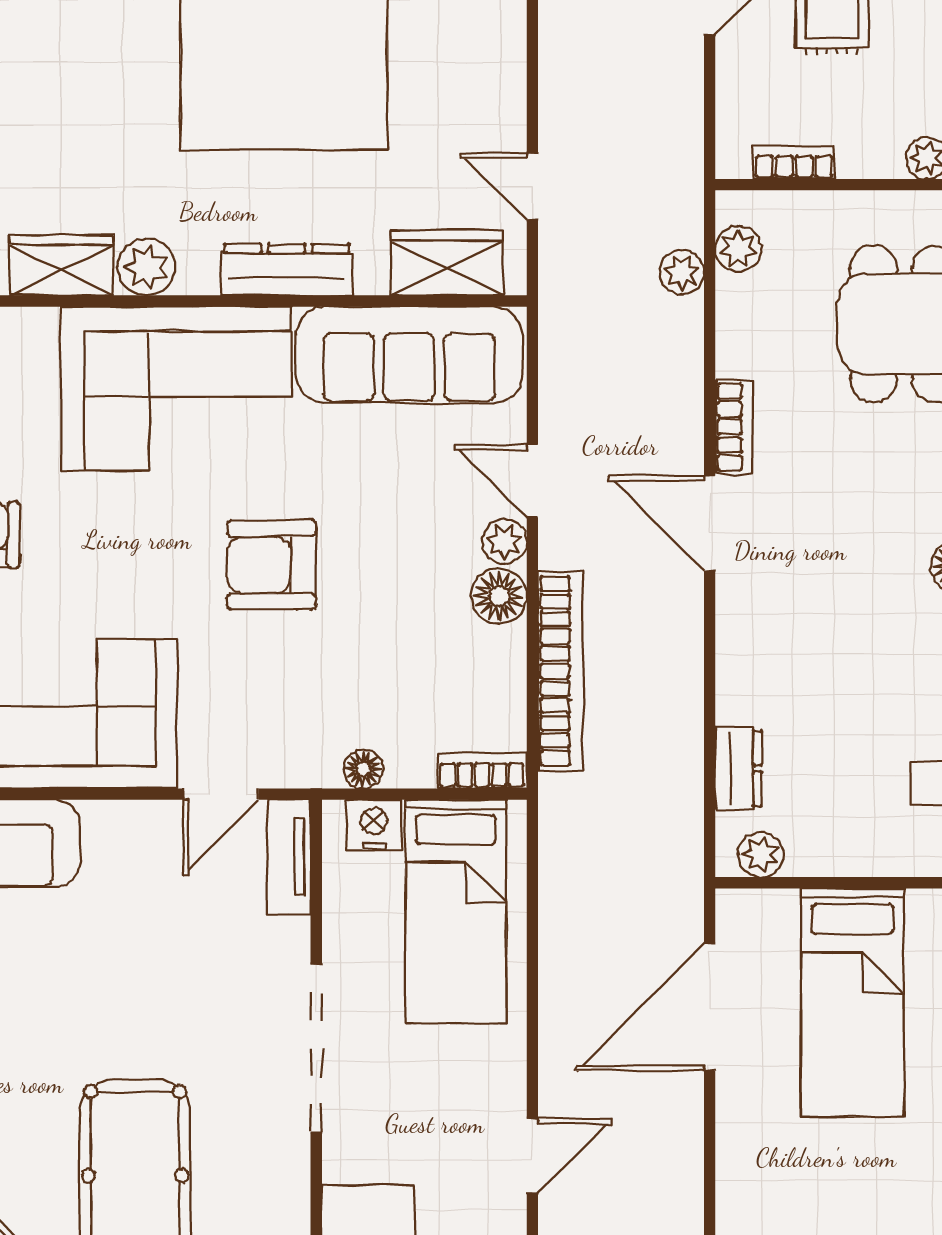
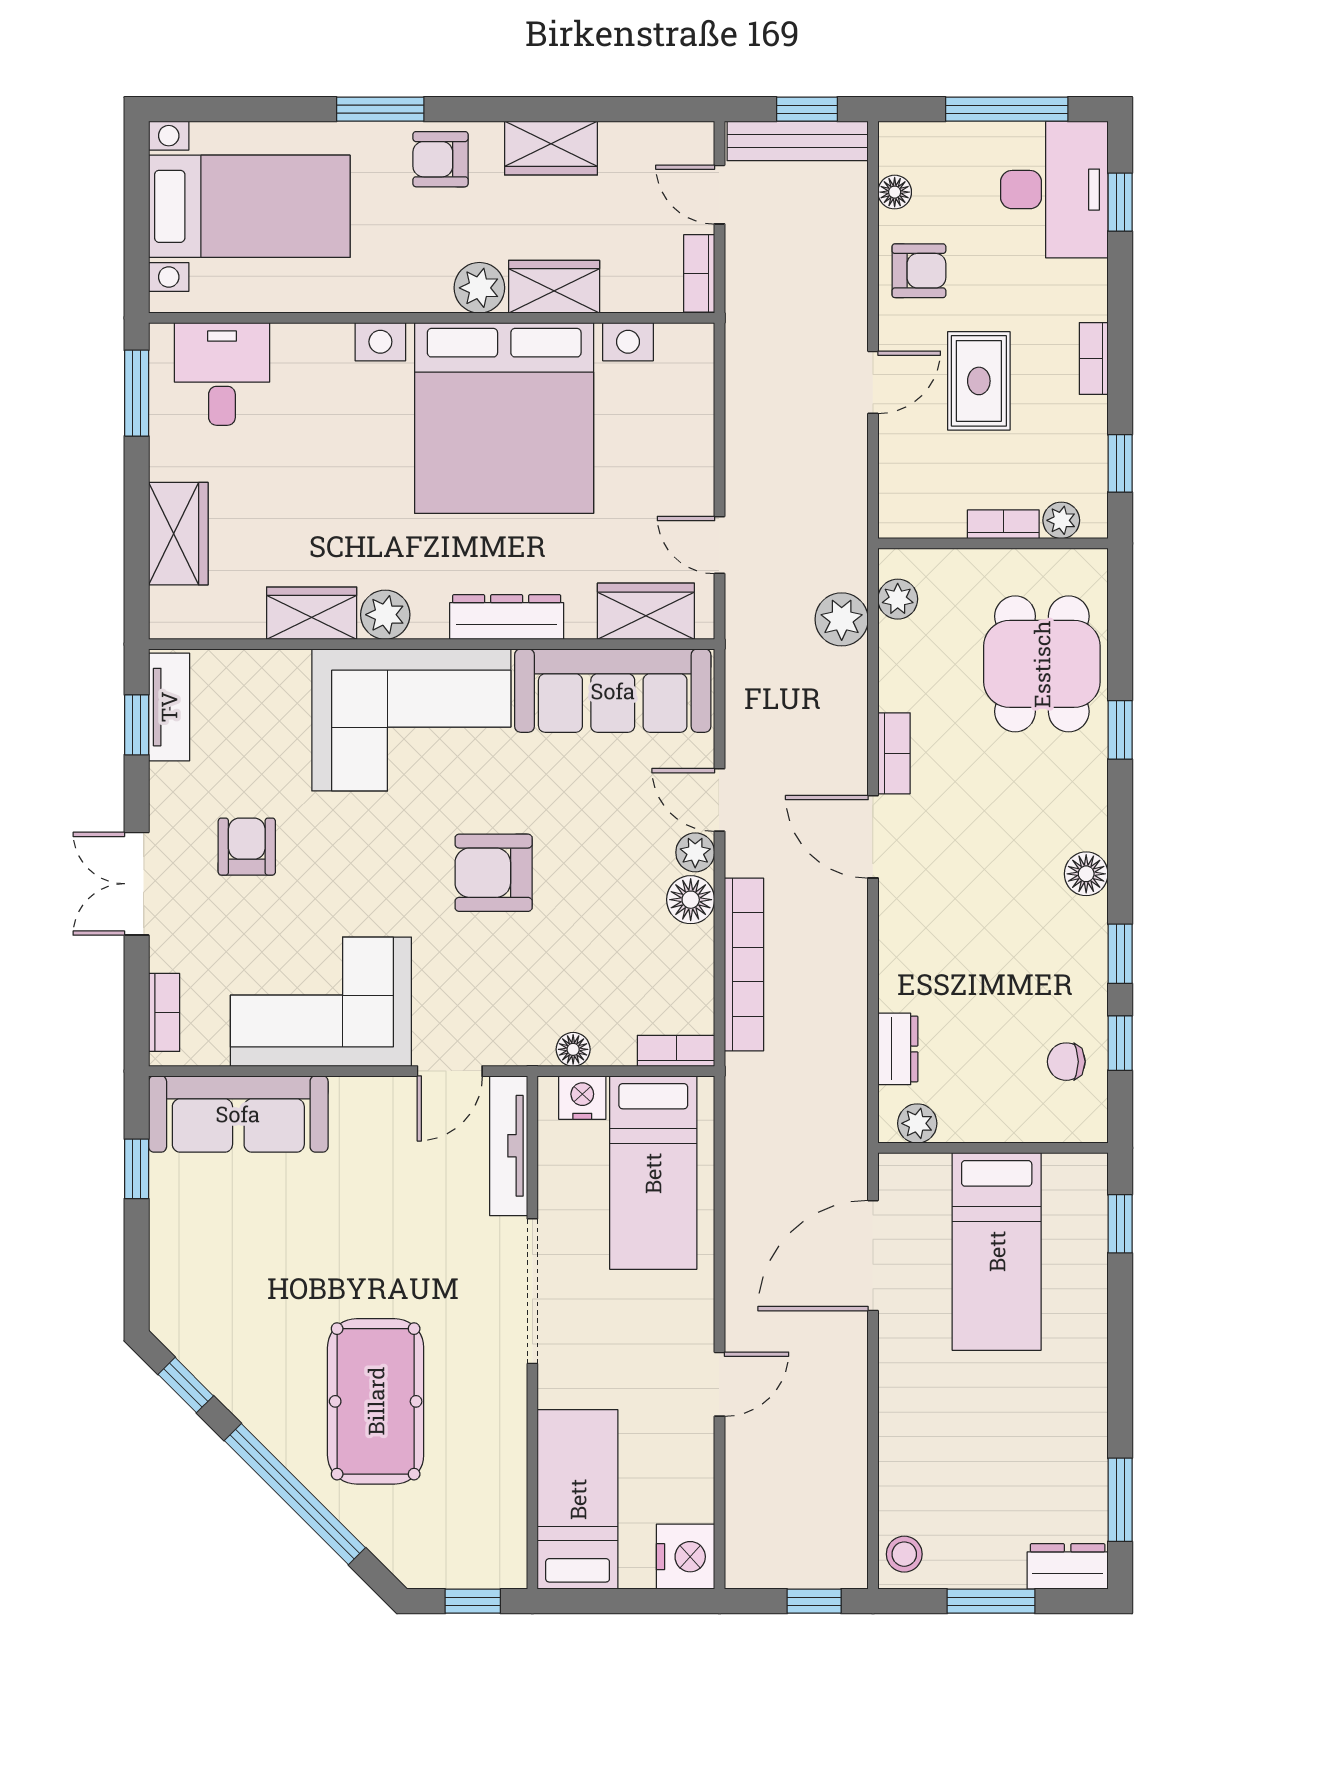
bookcase: (794, 163) -> (1003, 524), moved
plant: (682, 272) -> (842, 619), width x1.38, depth x1.38
tv unit: (289, 857) -> (509, 1146), width x1.41

